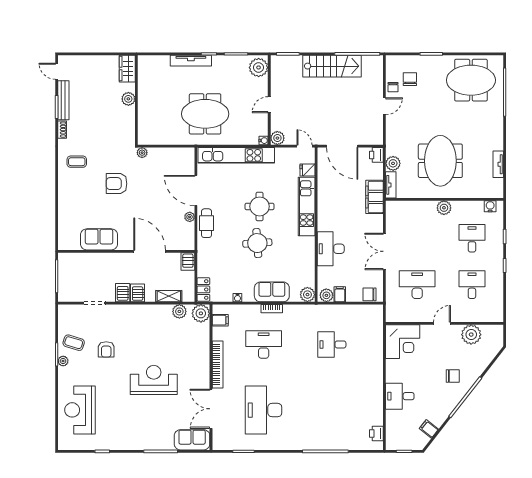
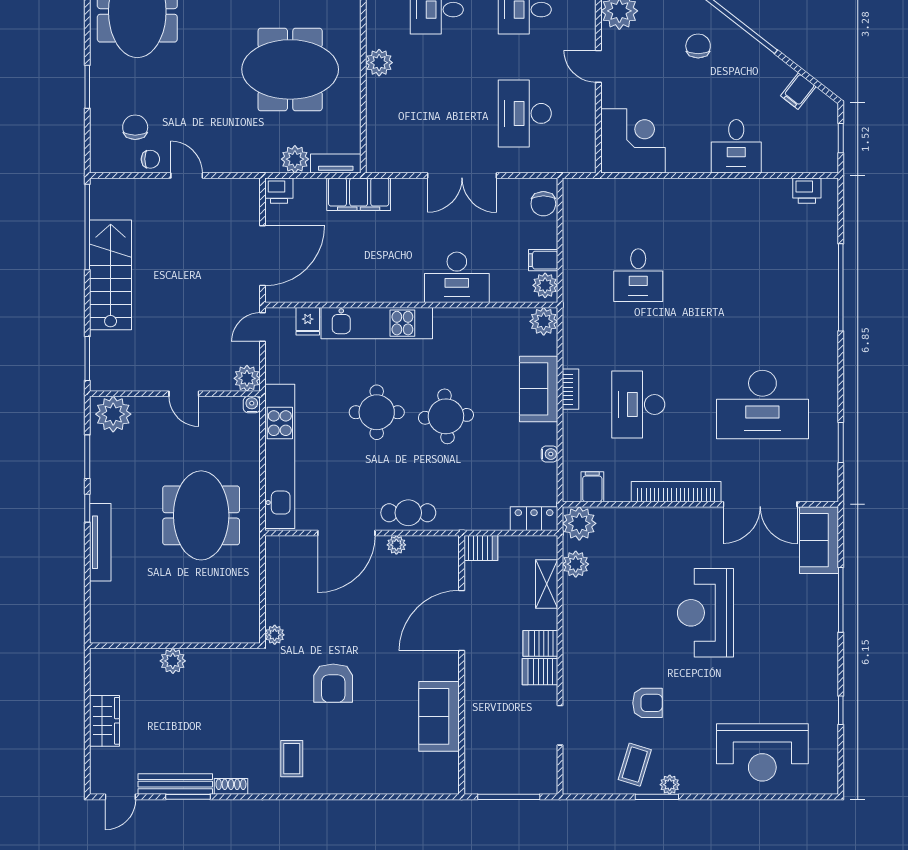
wardrobe: (127, 69) -> (105, 721), moved, turned -90
chair: (410, 79) -> (135, 127), turned 90

